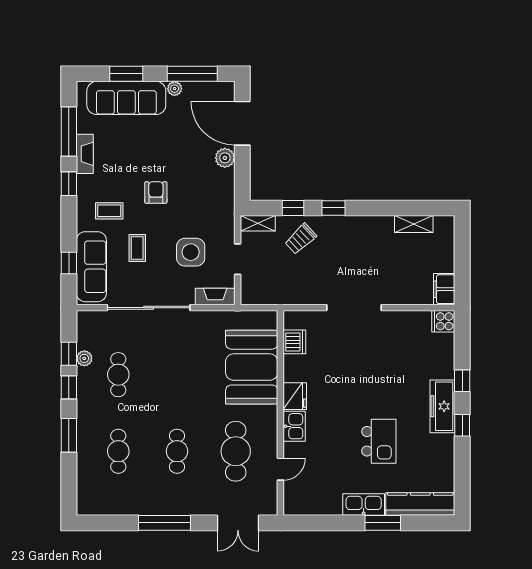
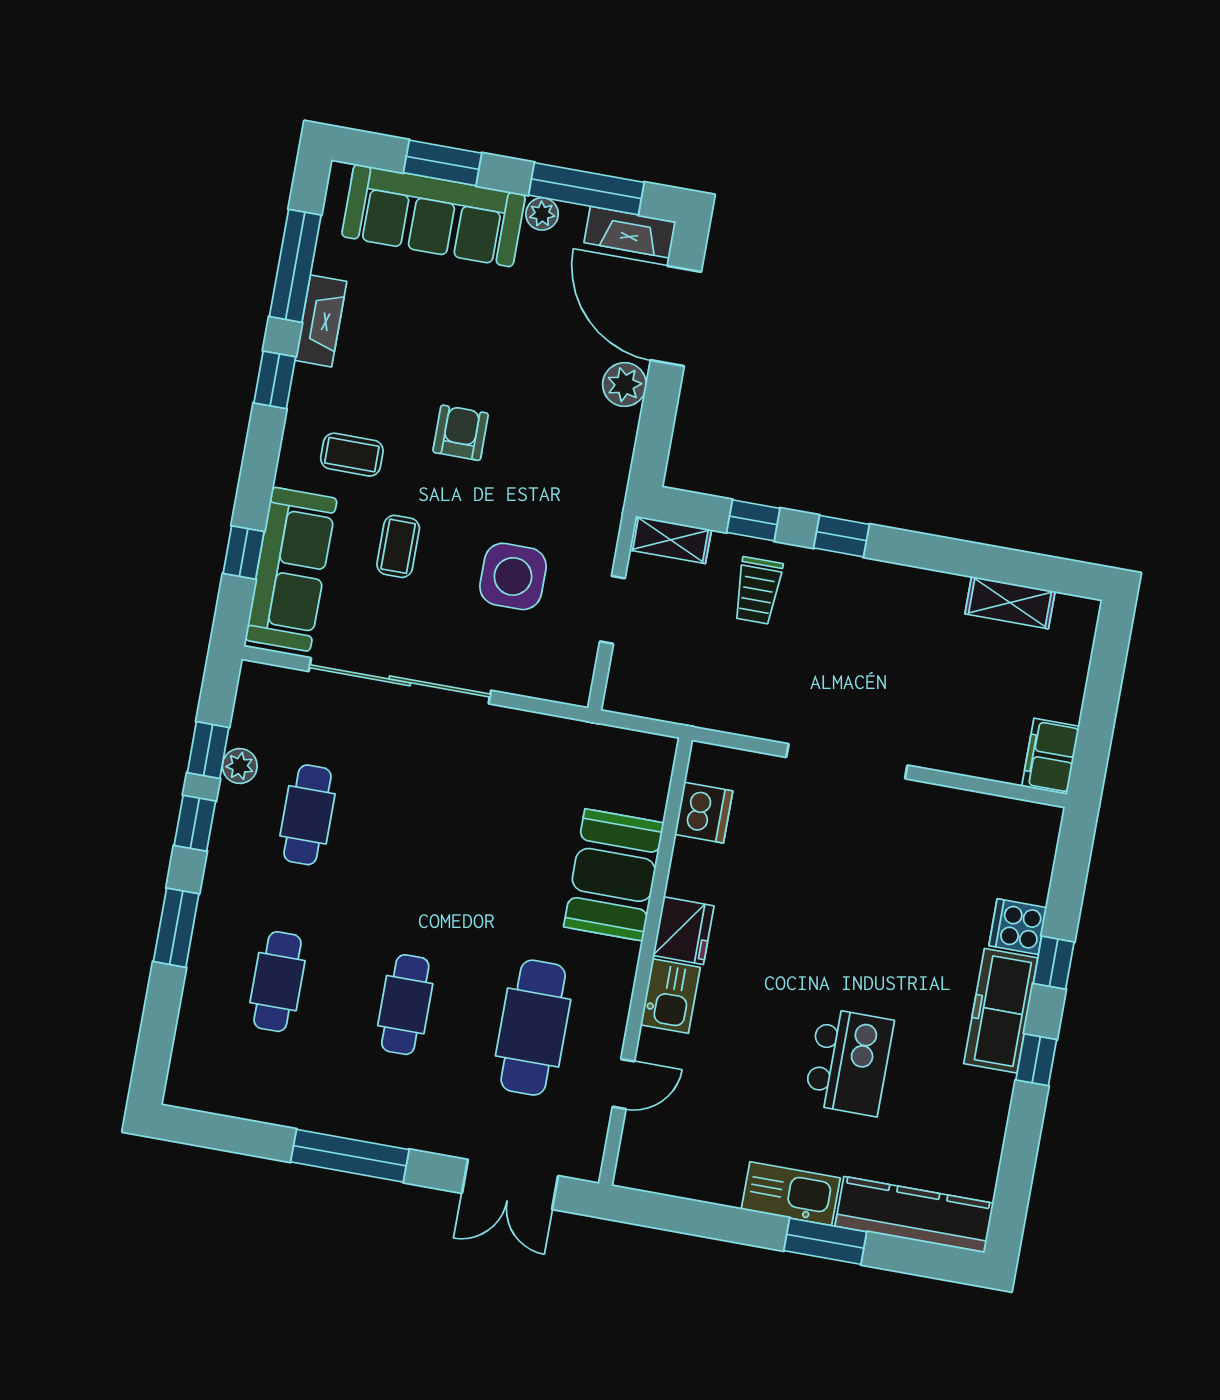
trolley: (301, 239) -> (758, 591), turned -47
fireplace: (215, 296) -> (630, 232), moved, turned 180
cooker: (443, 321) -> (1018, 927), moved
booth: (252, 367) -> (614, 875), width x0.73, depth x0.70

